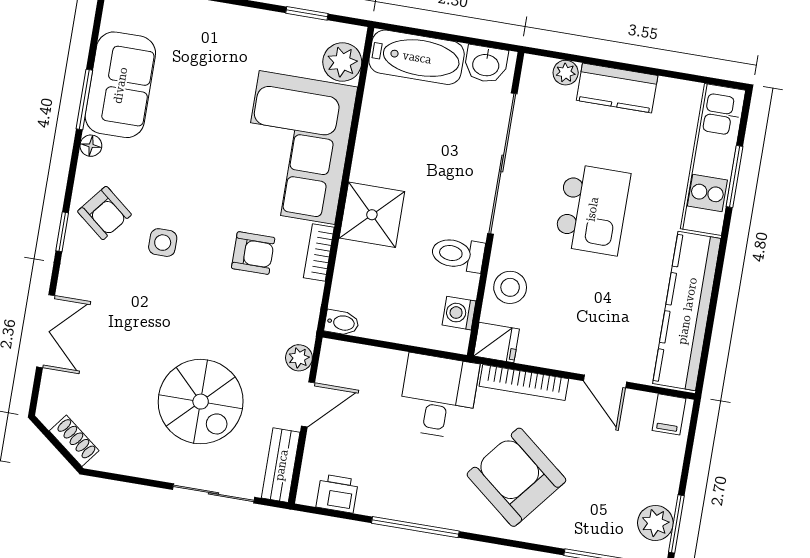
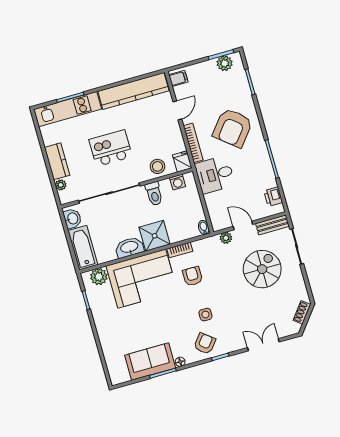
washbasin: (372, 152) -> (129, 247), added

